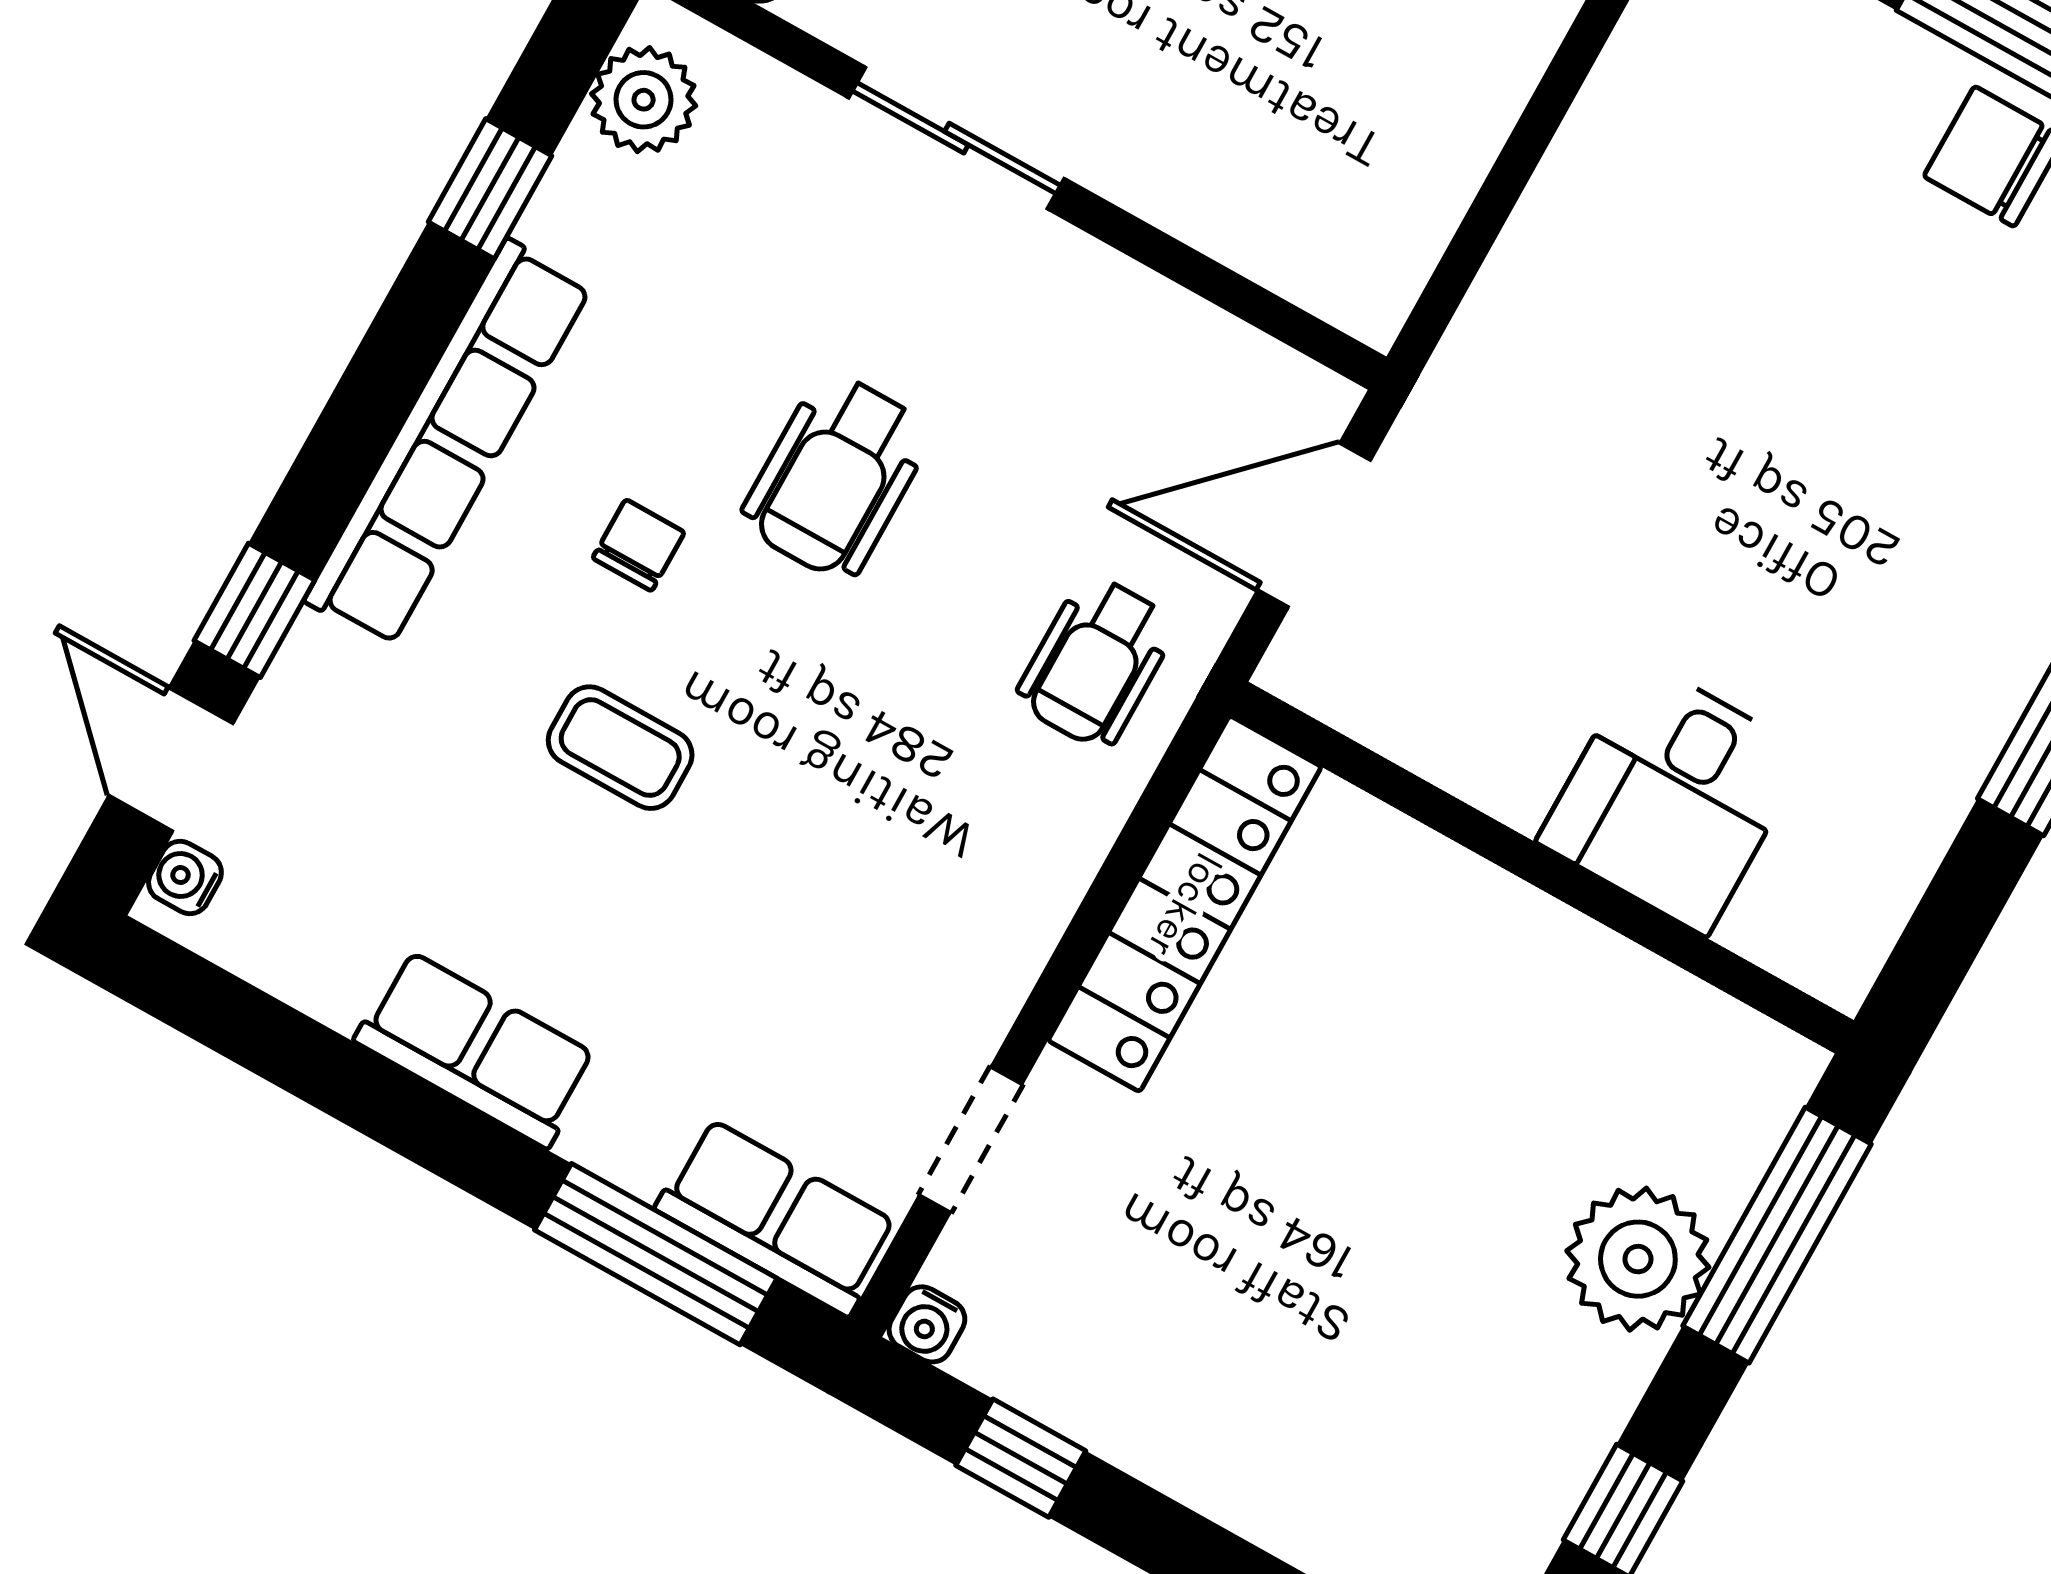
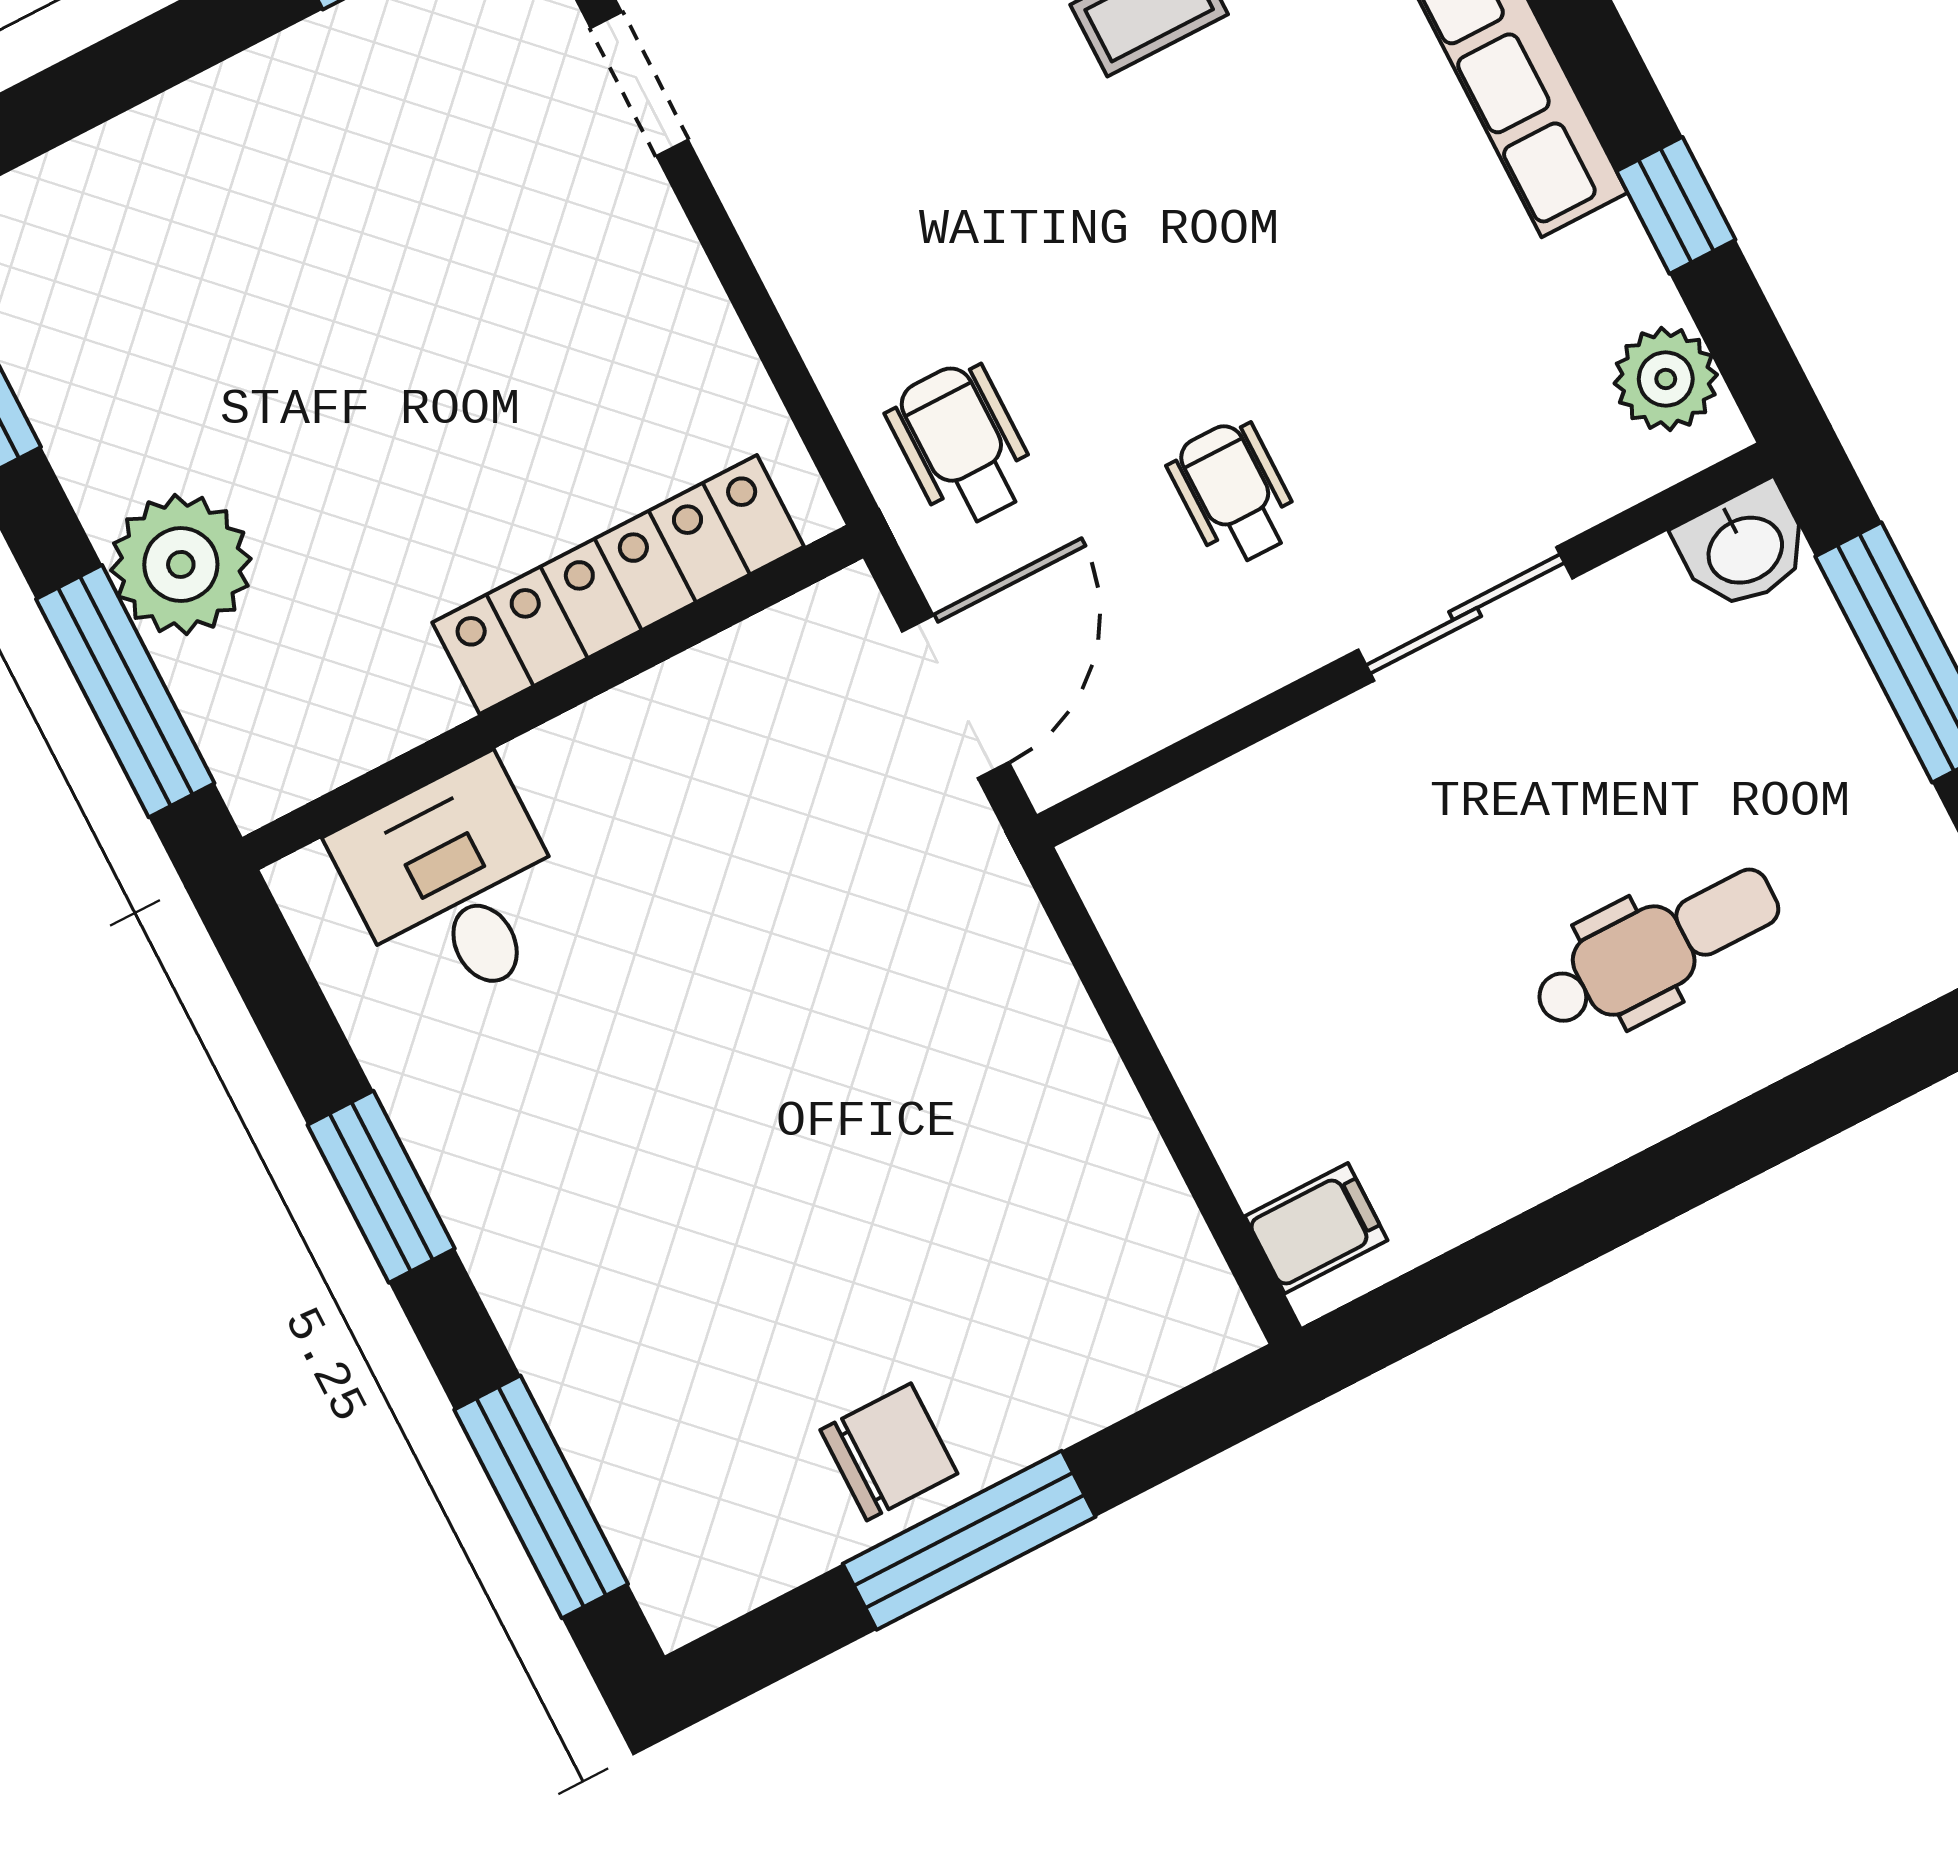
wheelchair: (836, 476) -> (1234, 493), moved, width x0.73, depth x0.73
chair: (639, 545) -> (1304, 134), removed
desk: (1673, 797) -> (455, 886), moved
locker: (1185, 904) -> (618, 584), moved, turned 90

